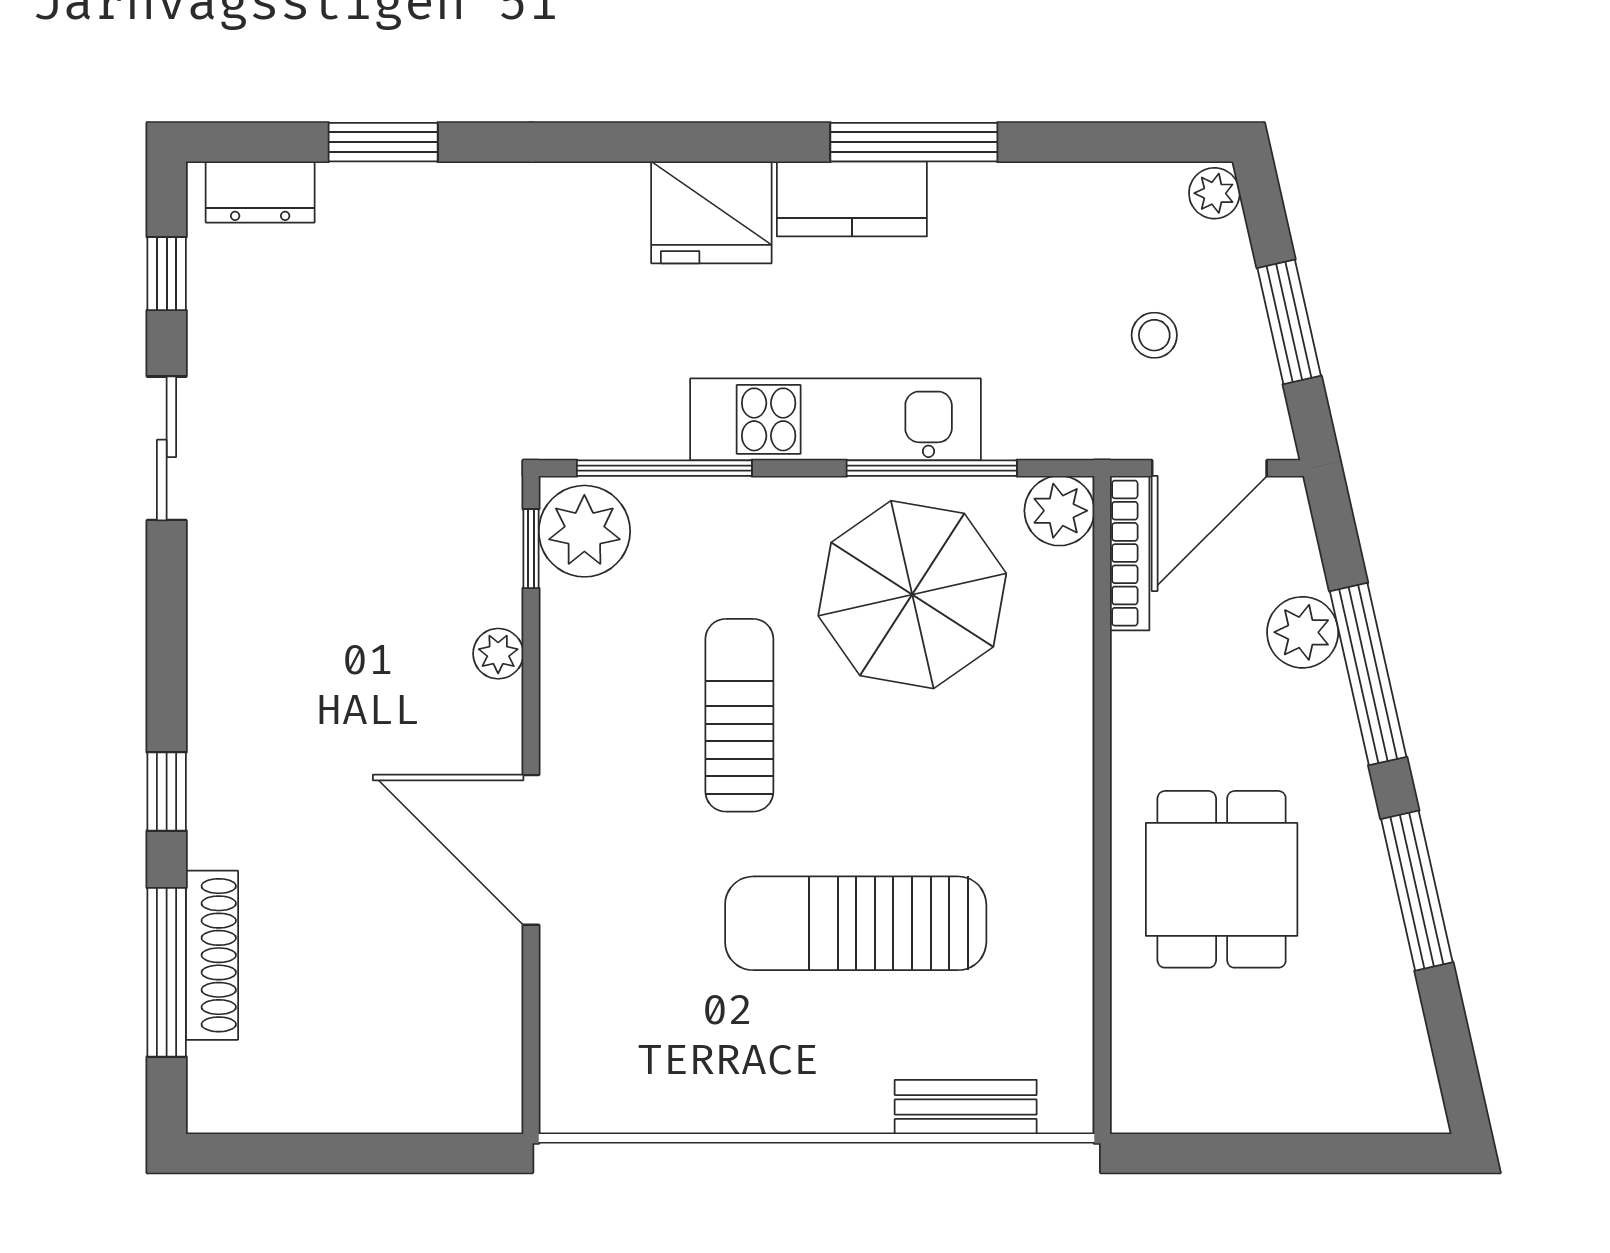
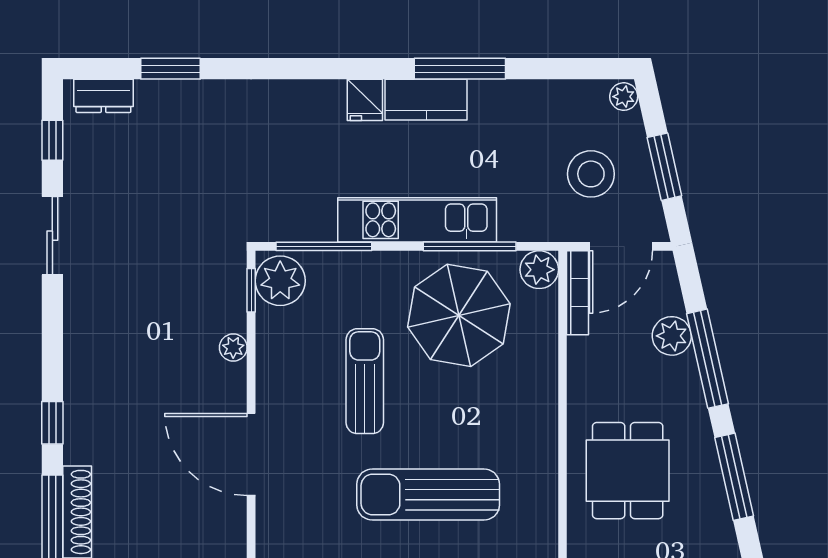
fridge: (711, 212) -> (365, 100), width x0.53, depth x0.75
stool: (1154, 335) -> (591, 174), width x1.89, depth x1.89

